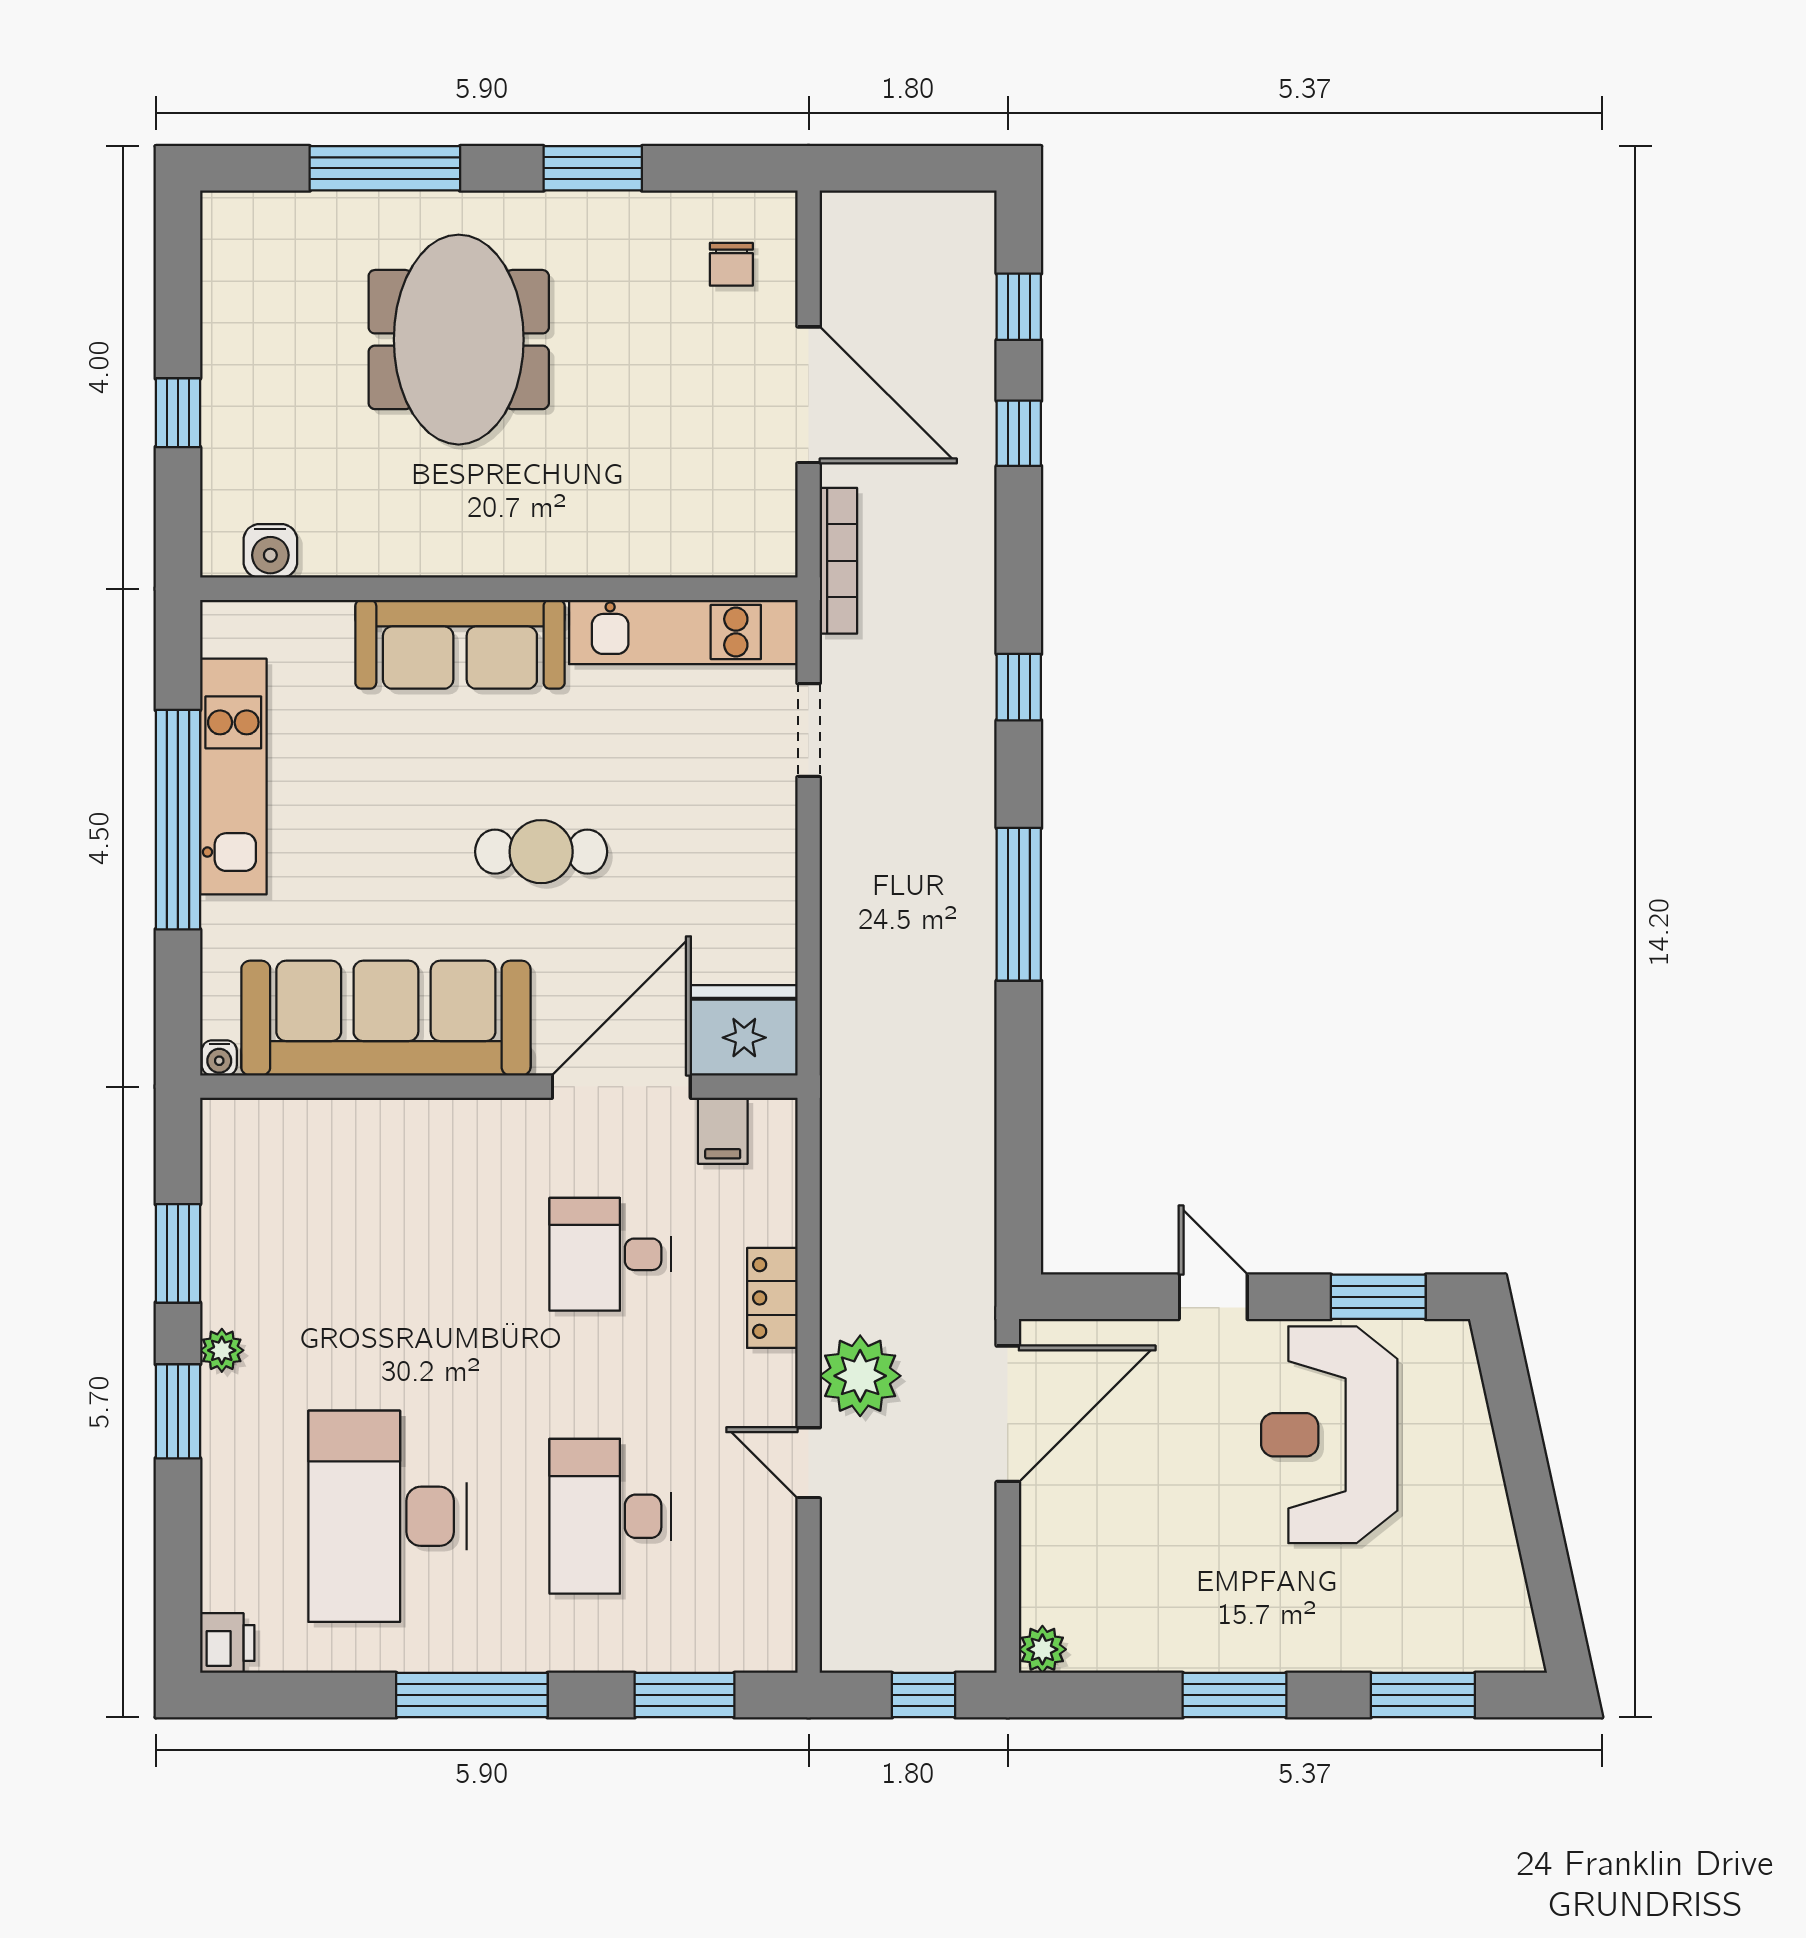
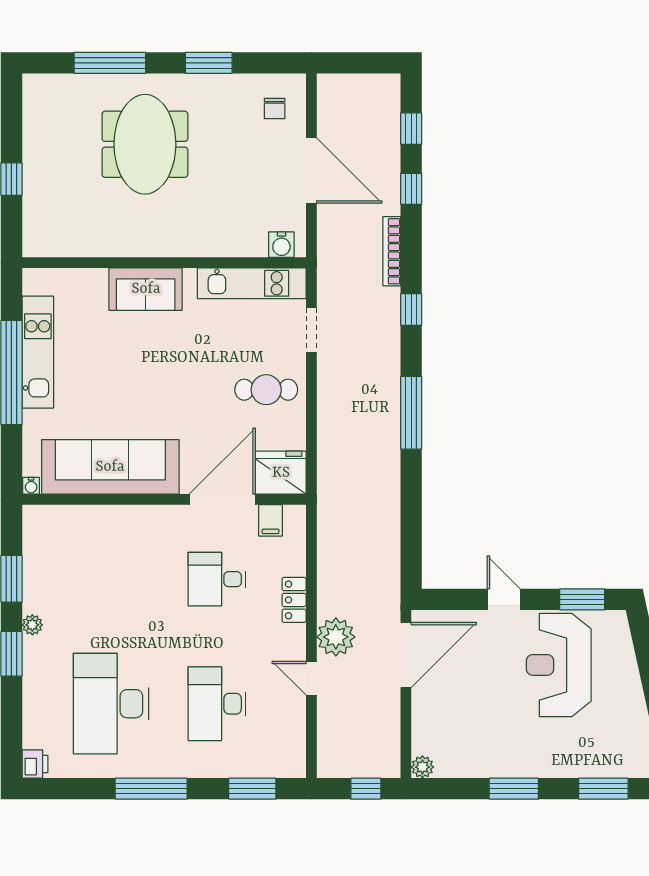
water cooler: (270, 551) -> (281, 245), moved
bookcase: (838, 561) -> (392, 251), moved, turned 180
sofa: (460, 644) -> (146, 289), width x0.73
cafe table: (541, 852) -> (266, 390), moved

